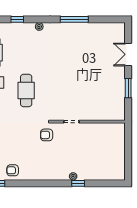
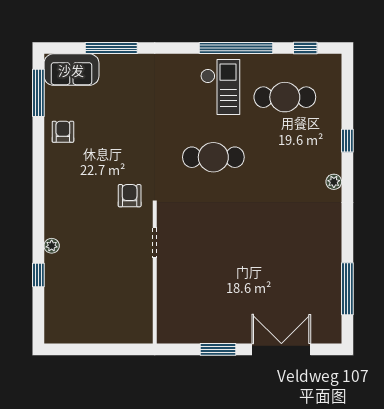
window: (74, 19) -> (347, 289), moved
double door: (128, 54) -> (281, 349), width x1.37
window: (78, 183) -> (38, 275), moved

